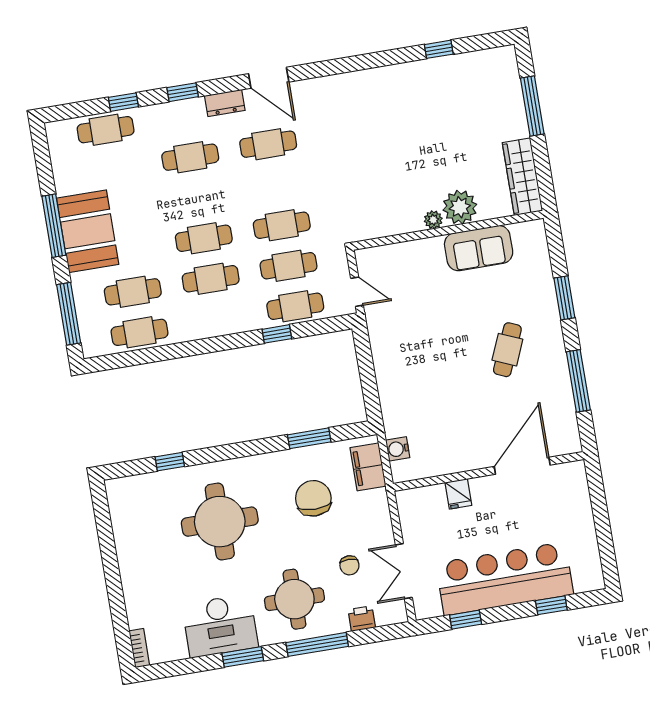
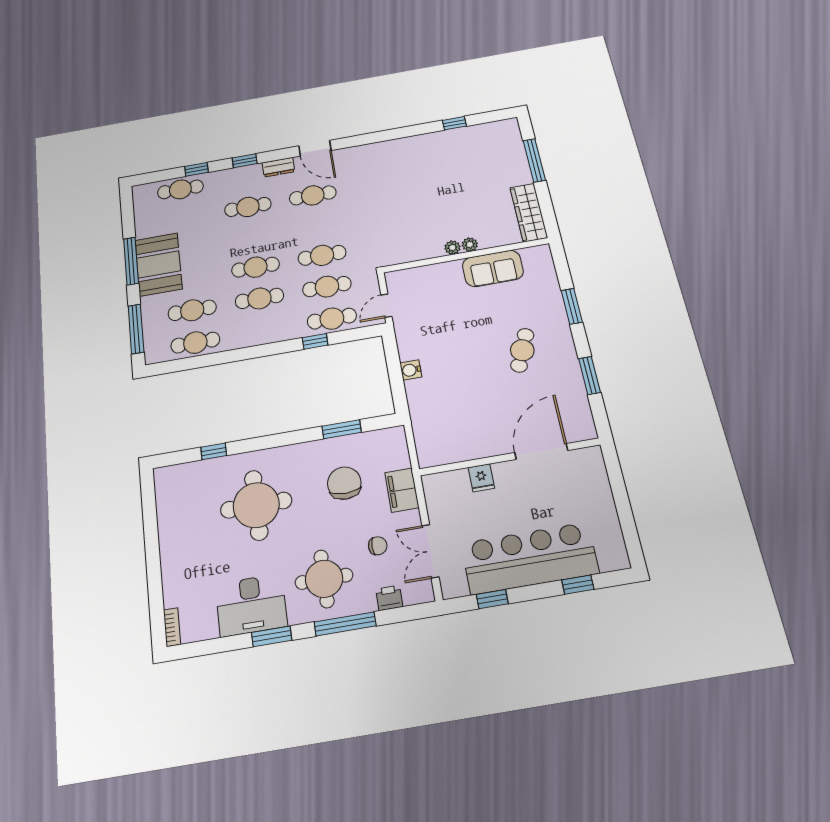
plant: (460, 207) -> (470, 244), width x0.53, depth x0.53
door: (357, 292) -> (386, 306), swing flipped
window: (578, 381) -> (590, 376), width x0.69
water cooler: (398, 449) -> (411, 370), moved
filing cabinet: (368, 467) -> (402, 490), moved
chair: (349, 565) -> (378, 546), turned -90

